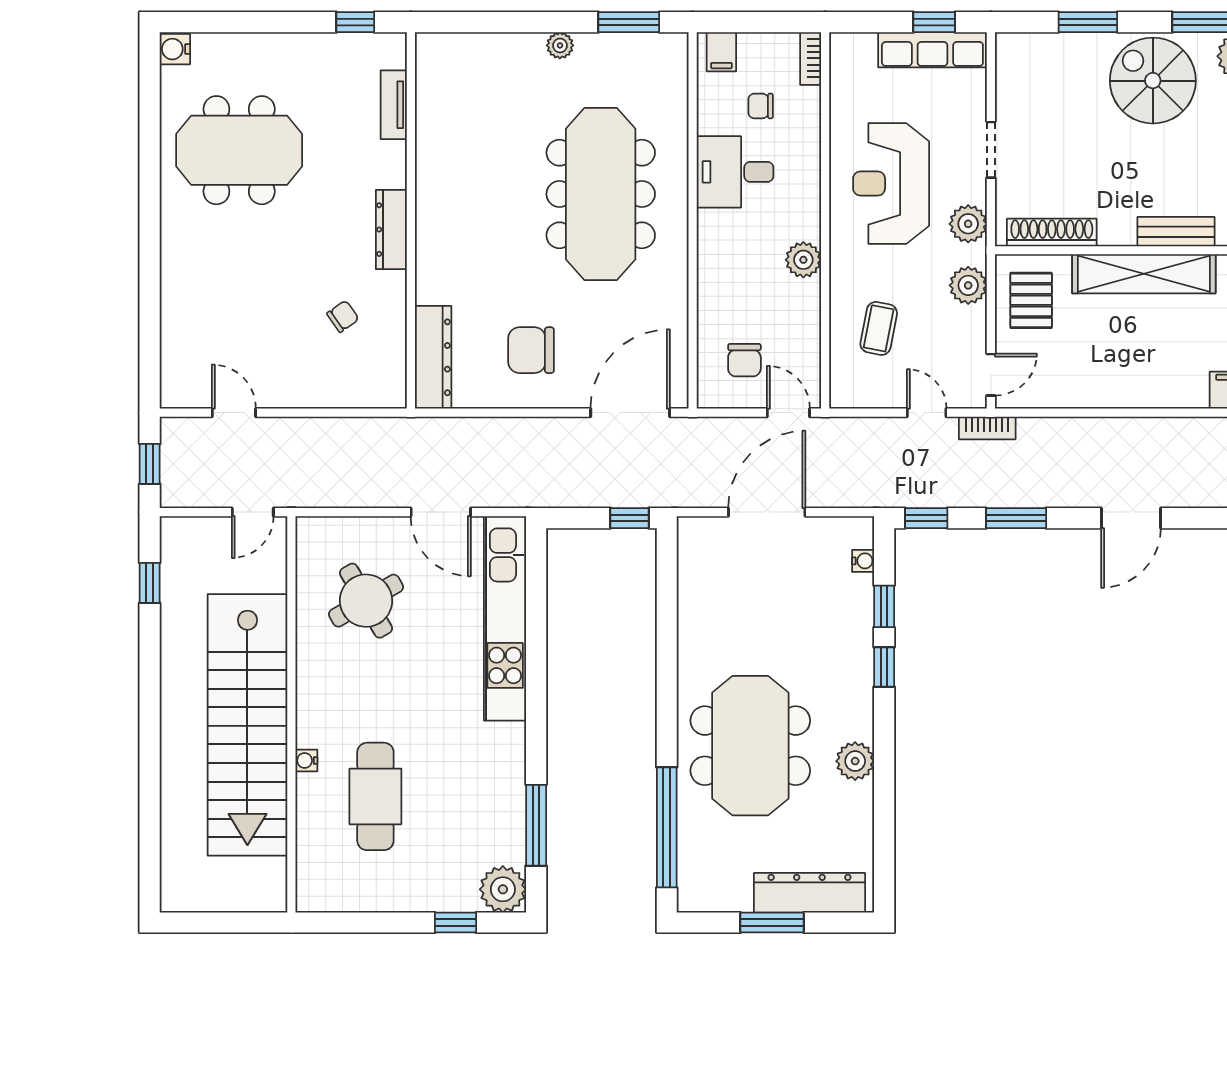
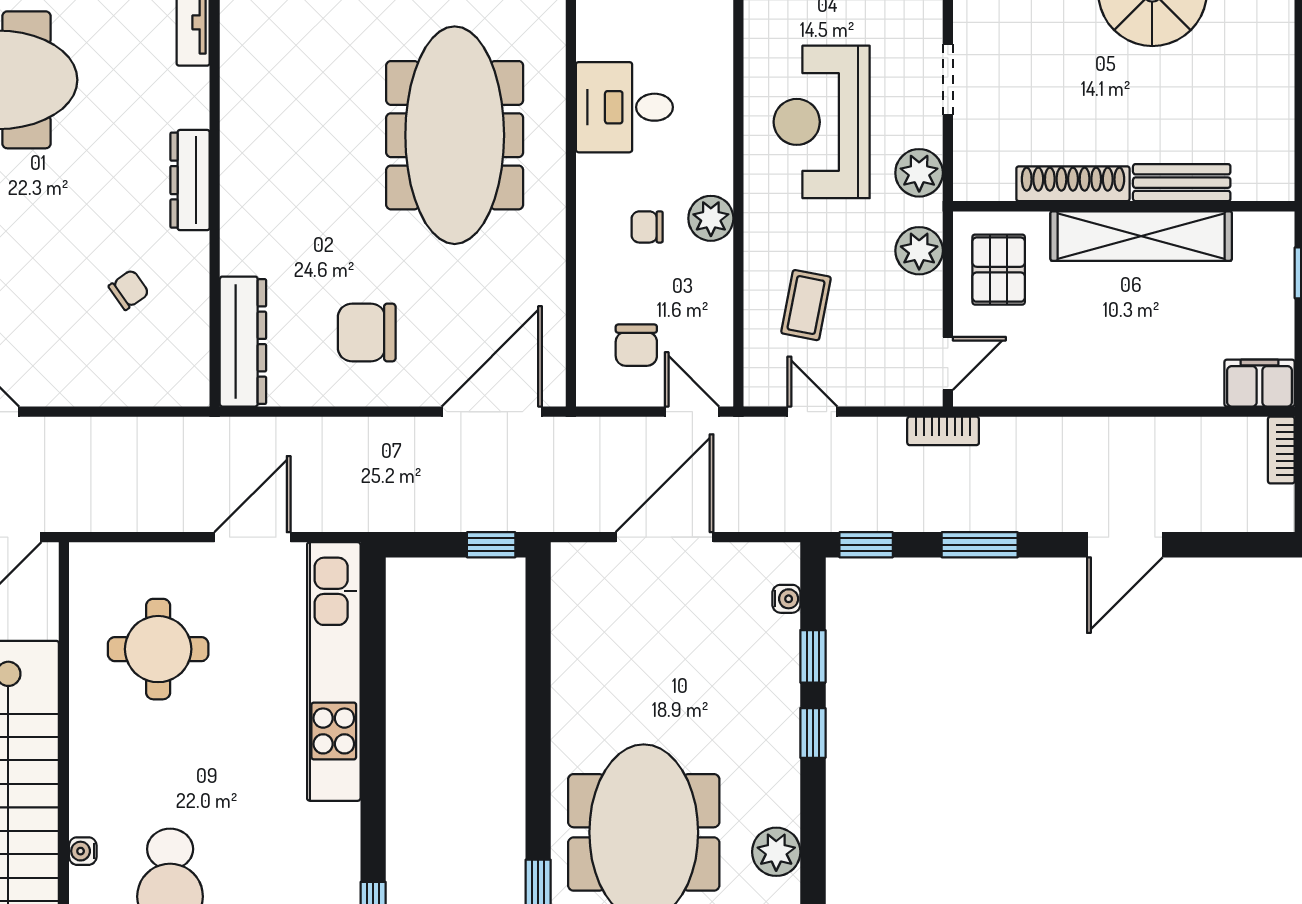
chair: (761, 106) -> (647, 227), moved
shoe rack: (1052, 232) -> (1073, 184), moved
door: (927, 413) -> (812, 412), moved
door: (441, 512) -> (253, 537), swing flipped
round table: (366, 601) -> (158, 649), turned 30

